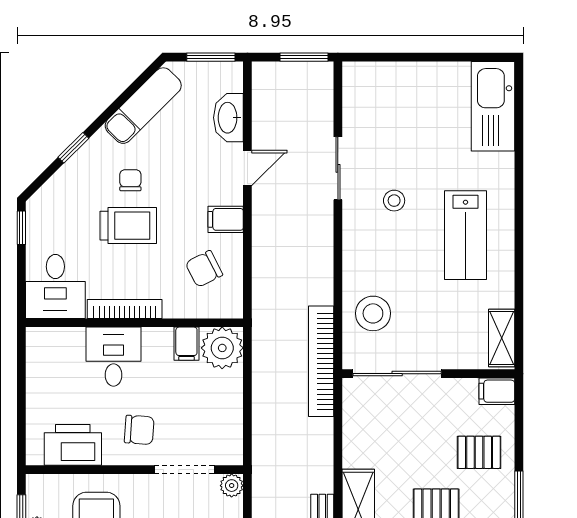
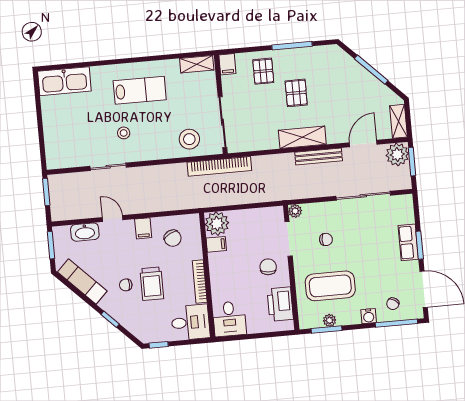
trolley: (128, 226) -> (152, 284), turned 180
desk: (113, 357) -> (229, 319), moved, turned -90

